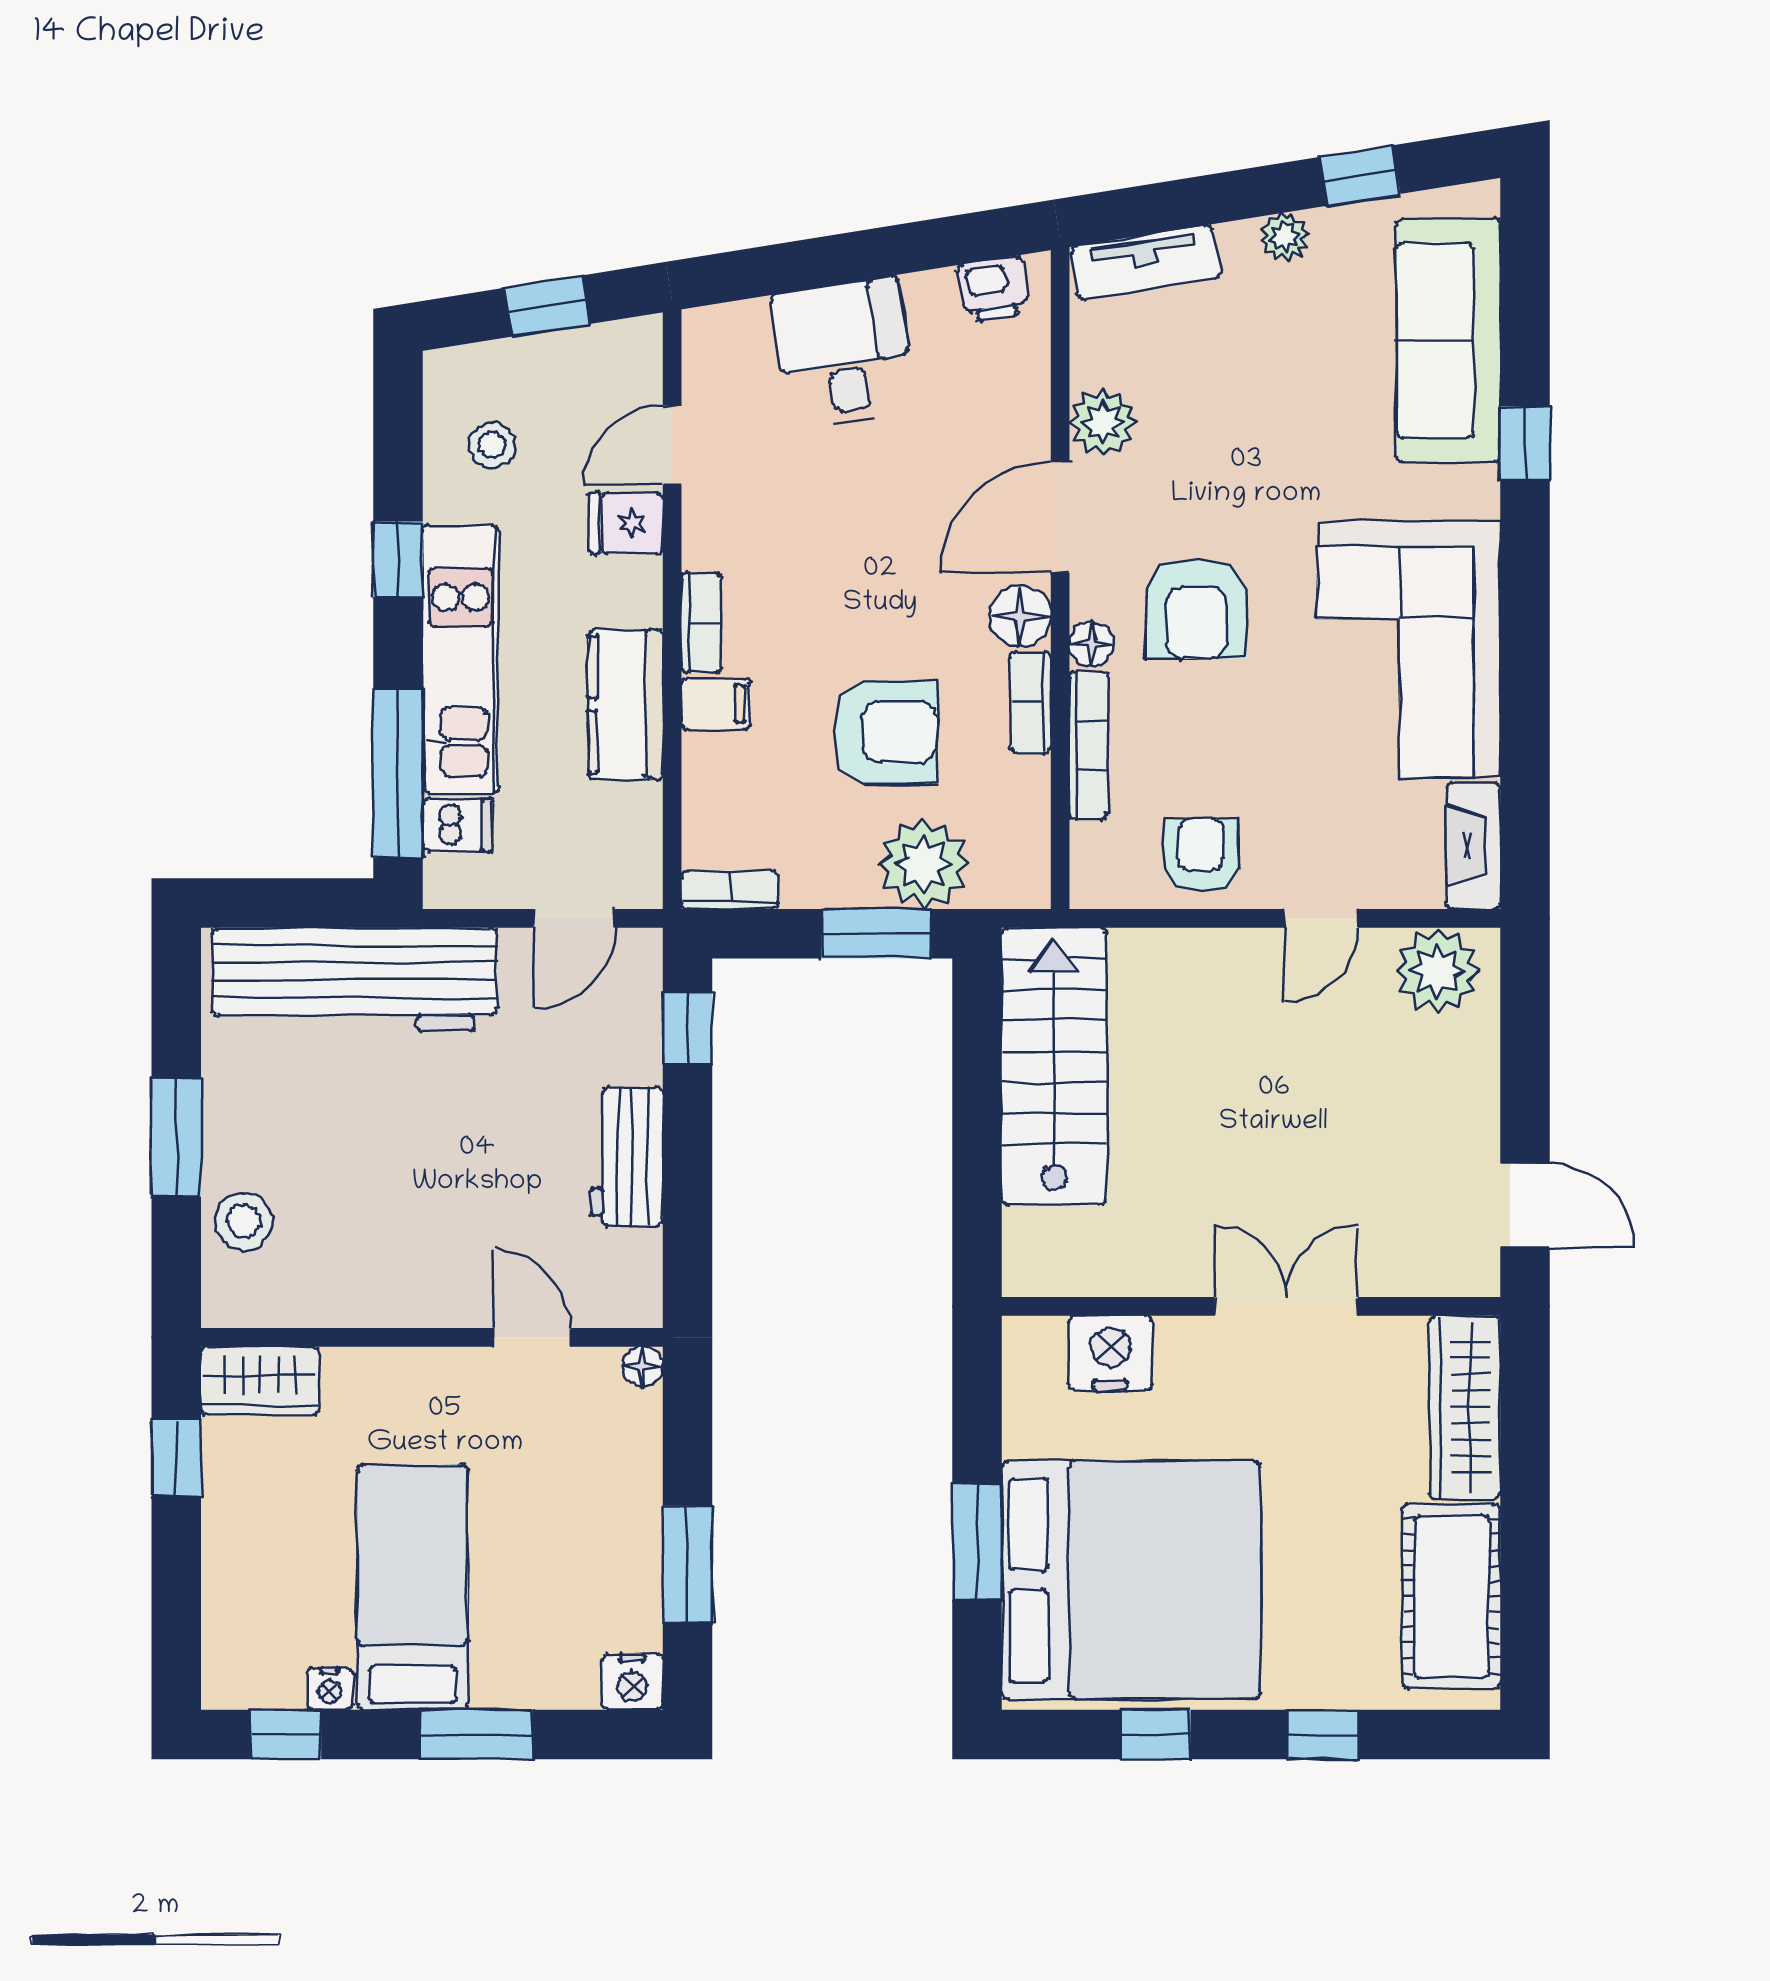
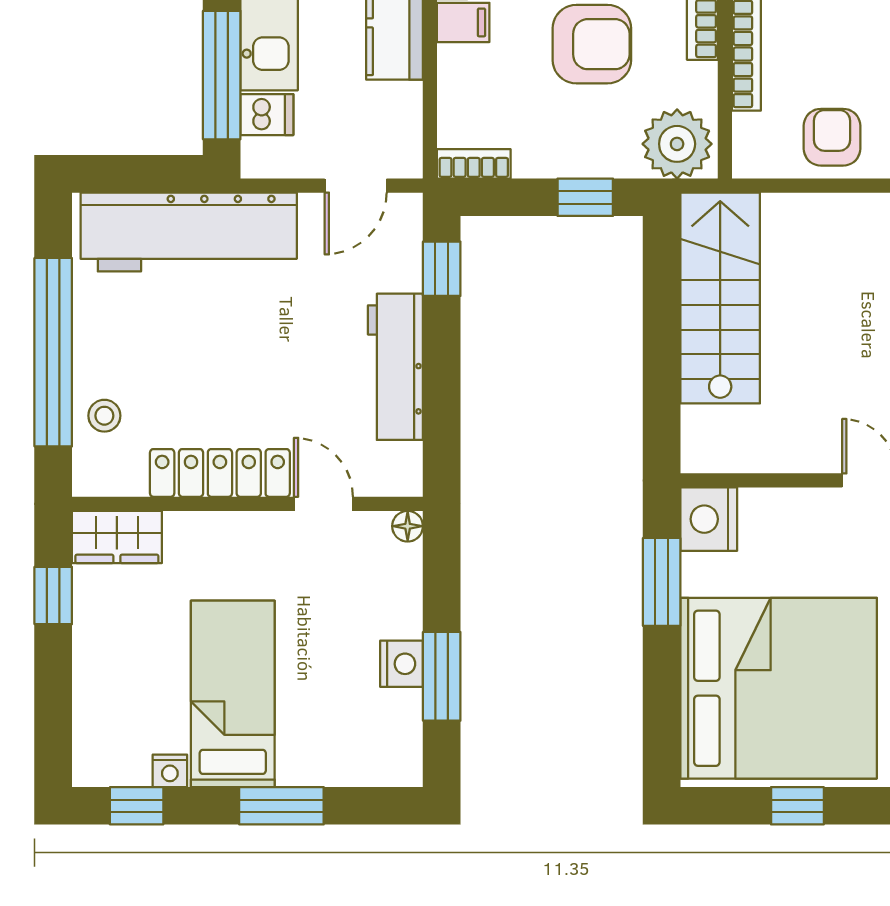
plant: (923, 864) -> (677, 144), moved
window: (876, 934) -> (585, 197), width x0.67
window: (176, 1138) -> (53, 352), width x2.11
workbench: (627, 1157) -> (395, 367), width x1.38
stool: (244, 1221) -> (104, 416), width x0.73, depth x0.73
locker: (396, 1297) -> (220, 473), added
nightstand: (1110, 1353) -> (709, 519), moved, turned -90
window: (977, 1542) -> (662, 582), moved
nightstand: (632, 1682) -> (402, 664), moved, turned -90

